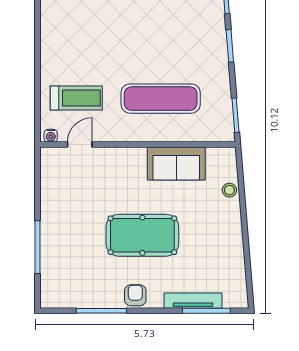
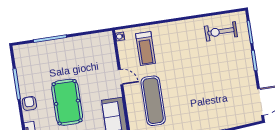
door: (80, 144) -> (121, 77), moved
armchair: (135, 295) -> (29, 103), turned -91

